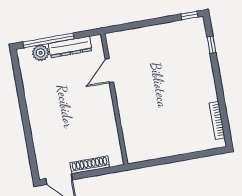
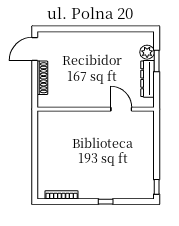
window: (49, 40) -> (157, 61), width x0.47
window: (211, 45) -> (106, 202), moved

